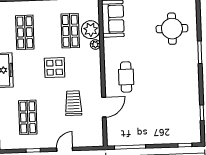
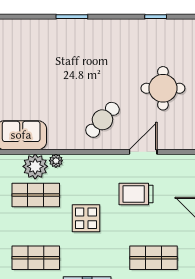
round table: (172, 29) -> (163, 88), moved
cafe table: (126, 77) -> (102, 120), turned -48
door: (104, 107) -> (143, 152), hinge flipped

